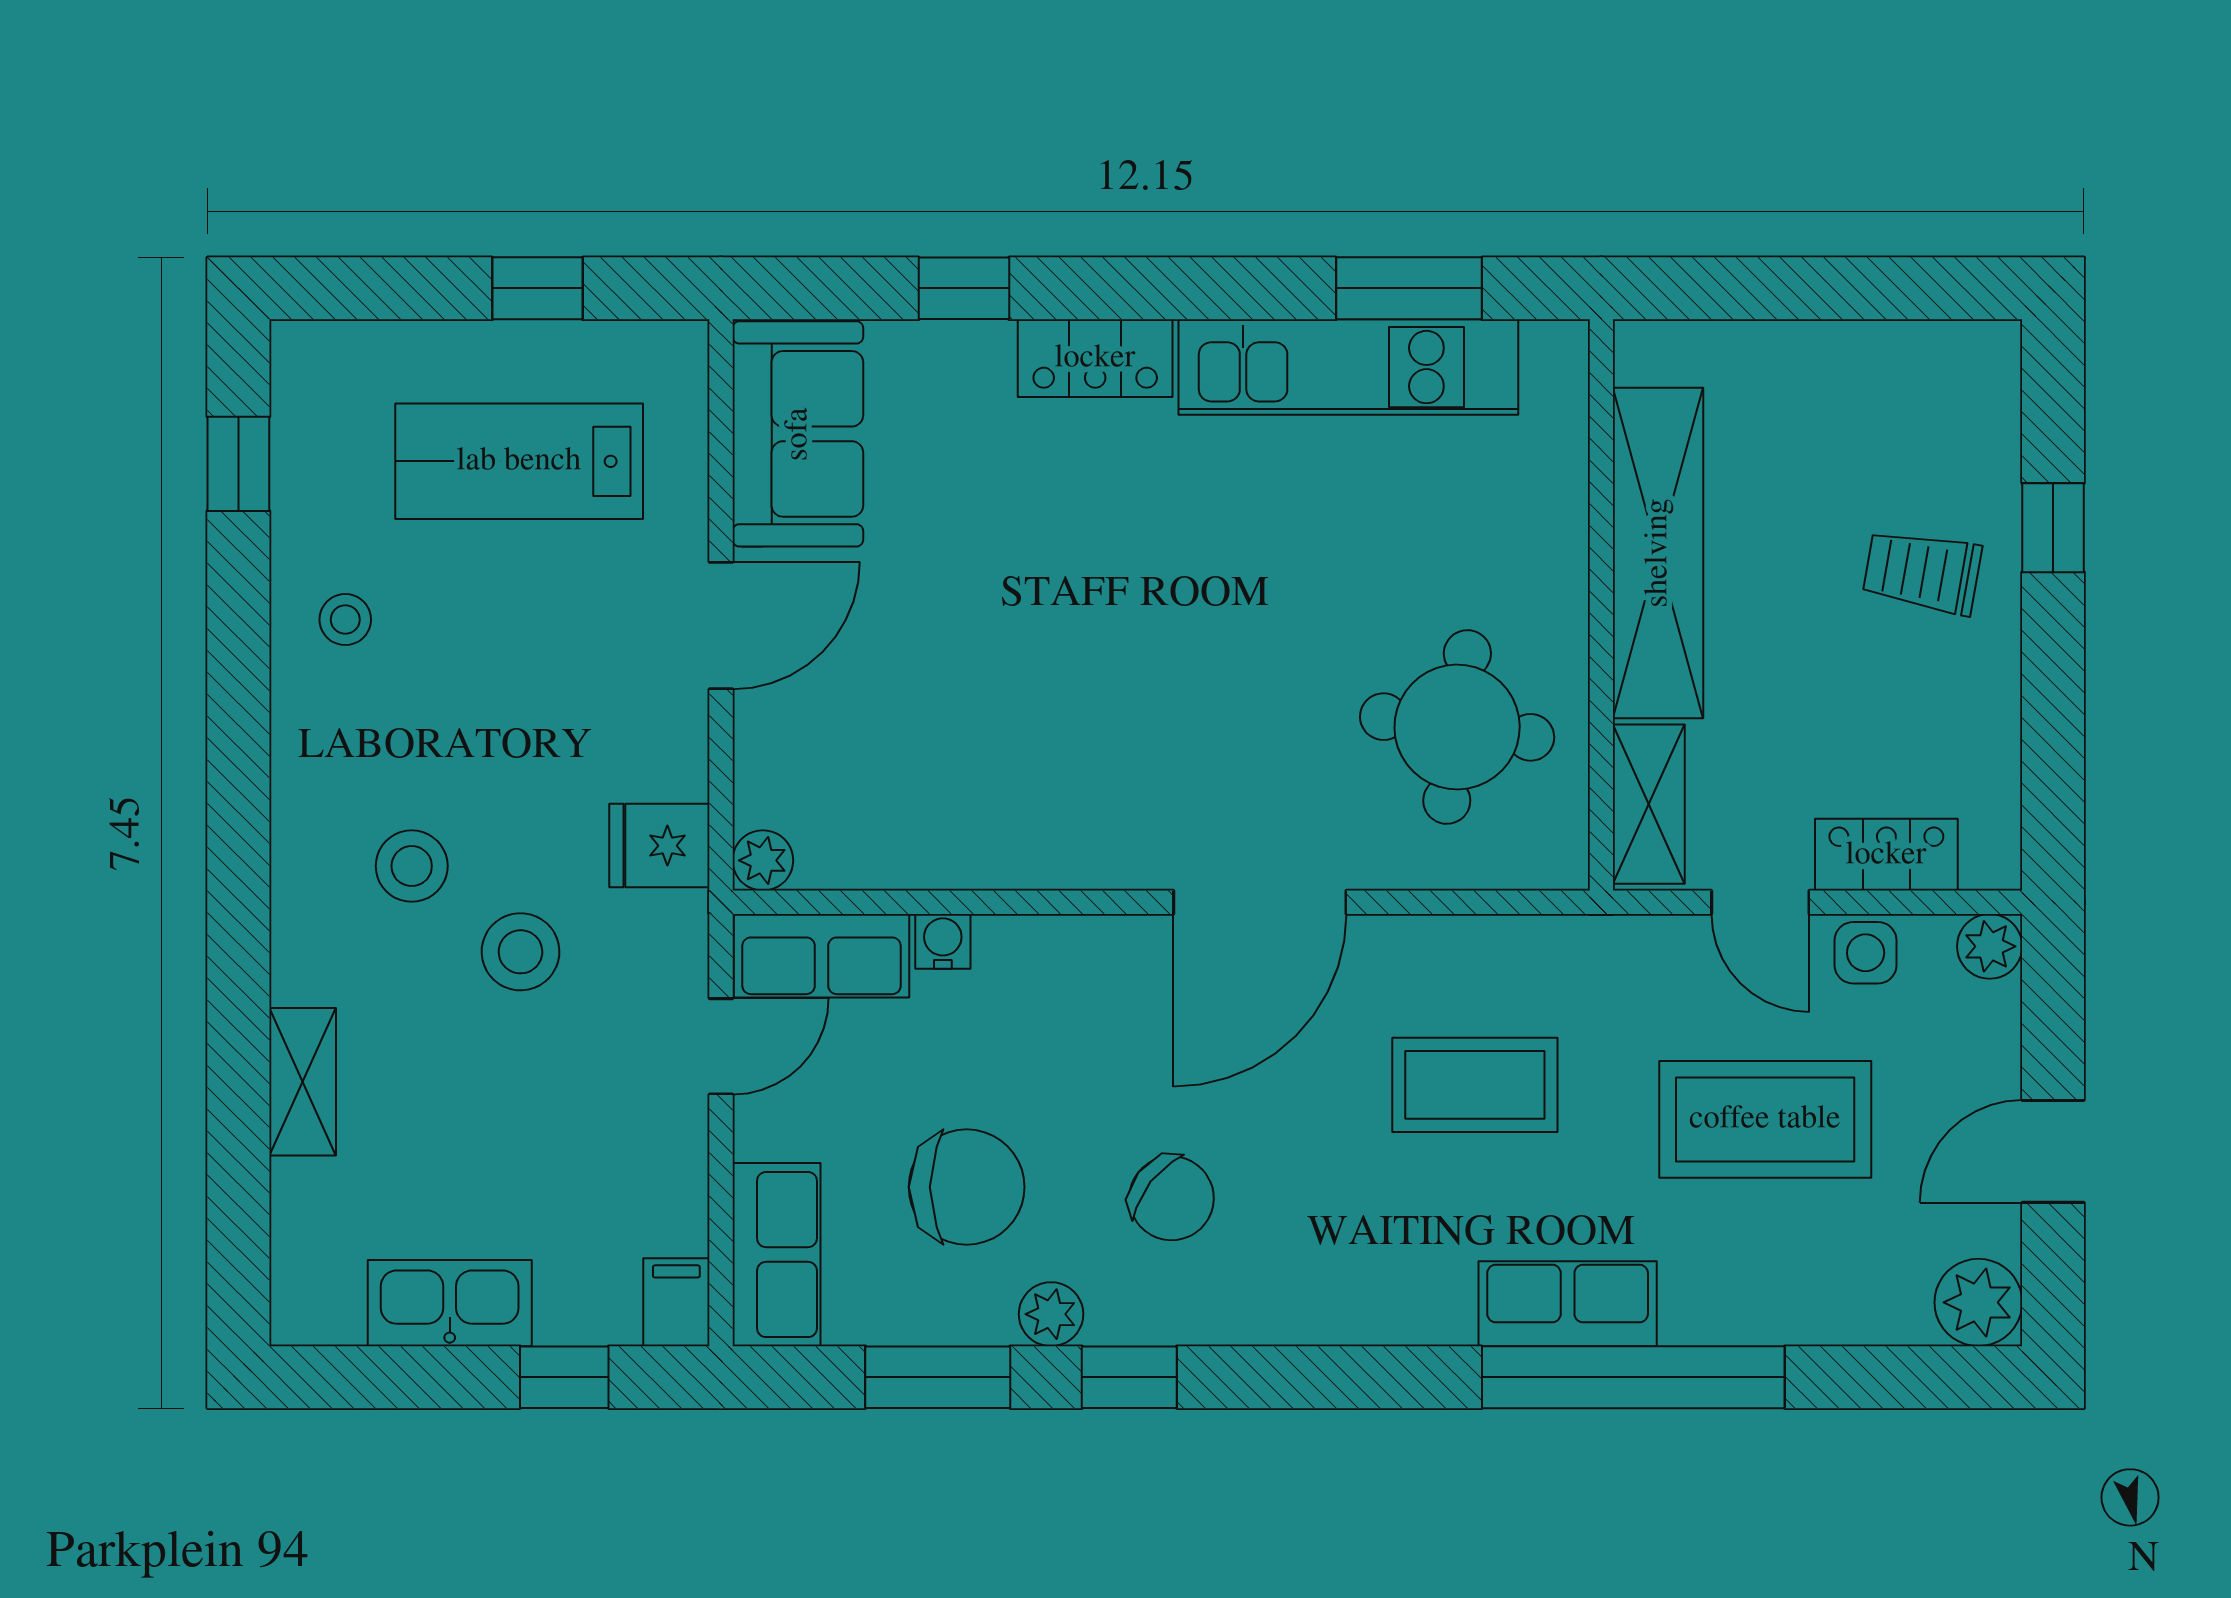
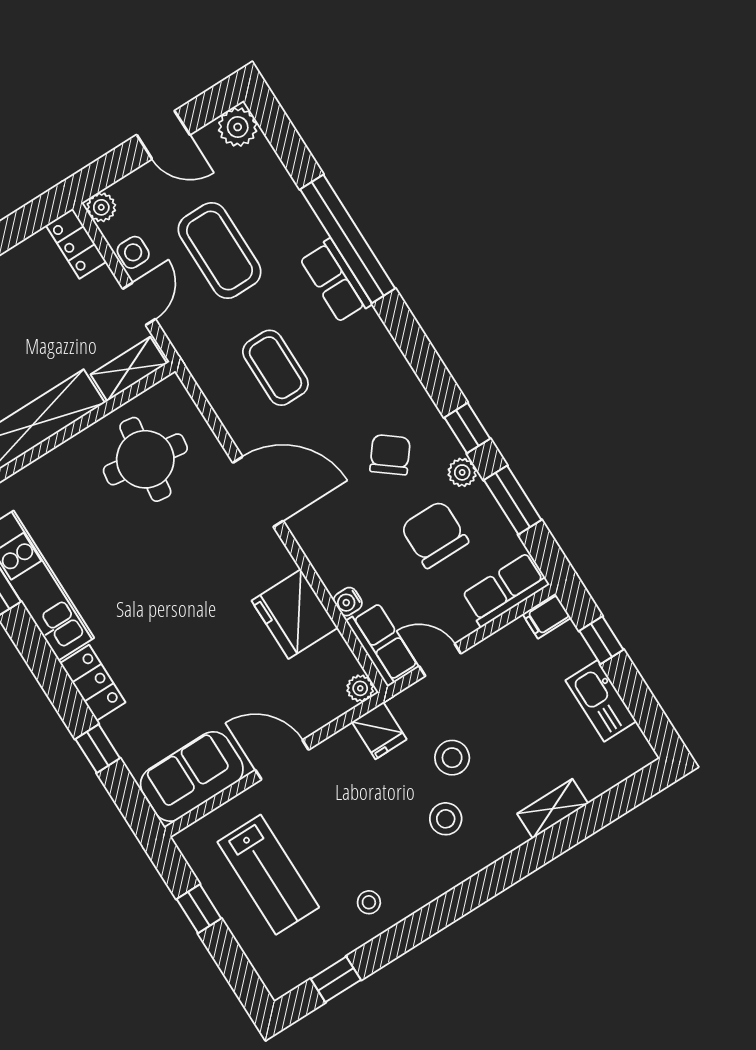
fridge: (983, 825) -> (295, 614), added
locker: (1886, 855) -> (76, 244), moved

